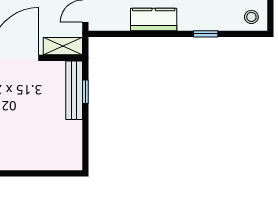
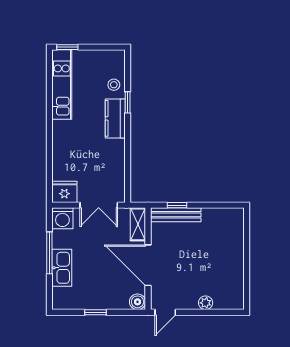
stool: (251, 17) -> (114, 85), moved
kitchen counter: (154, 19) -> (115, 118), moved

